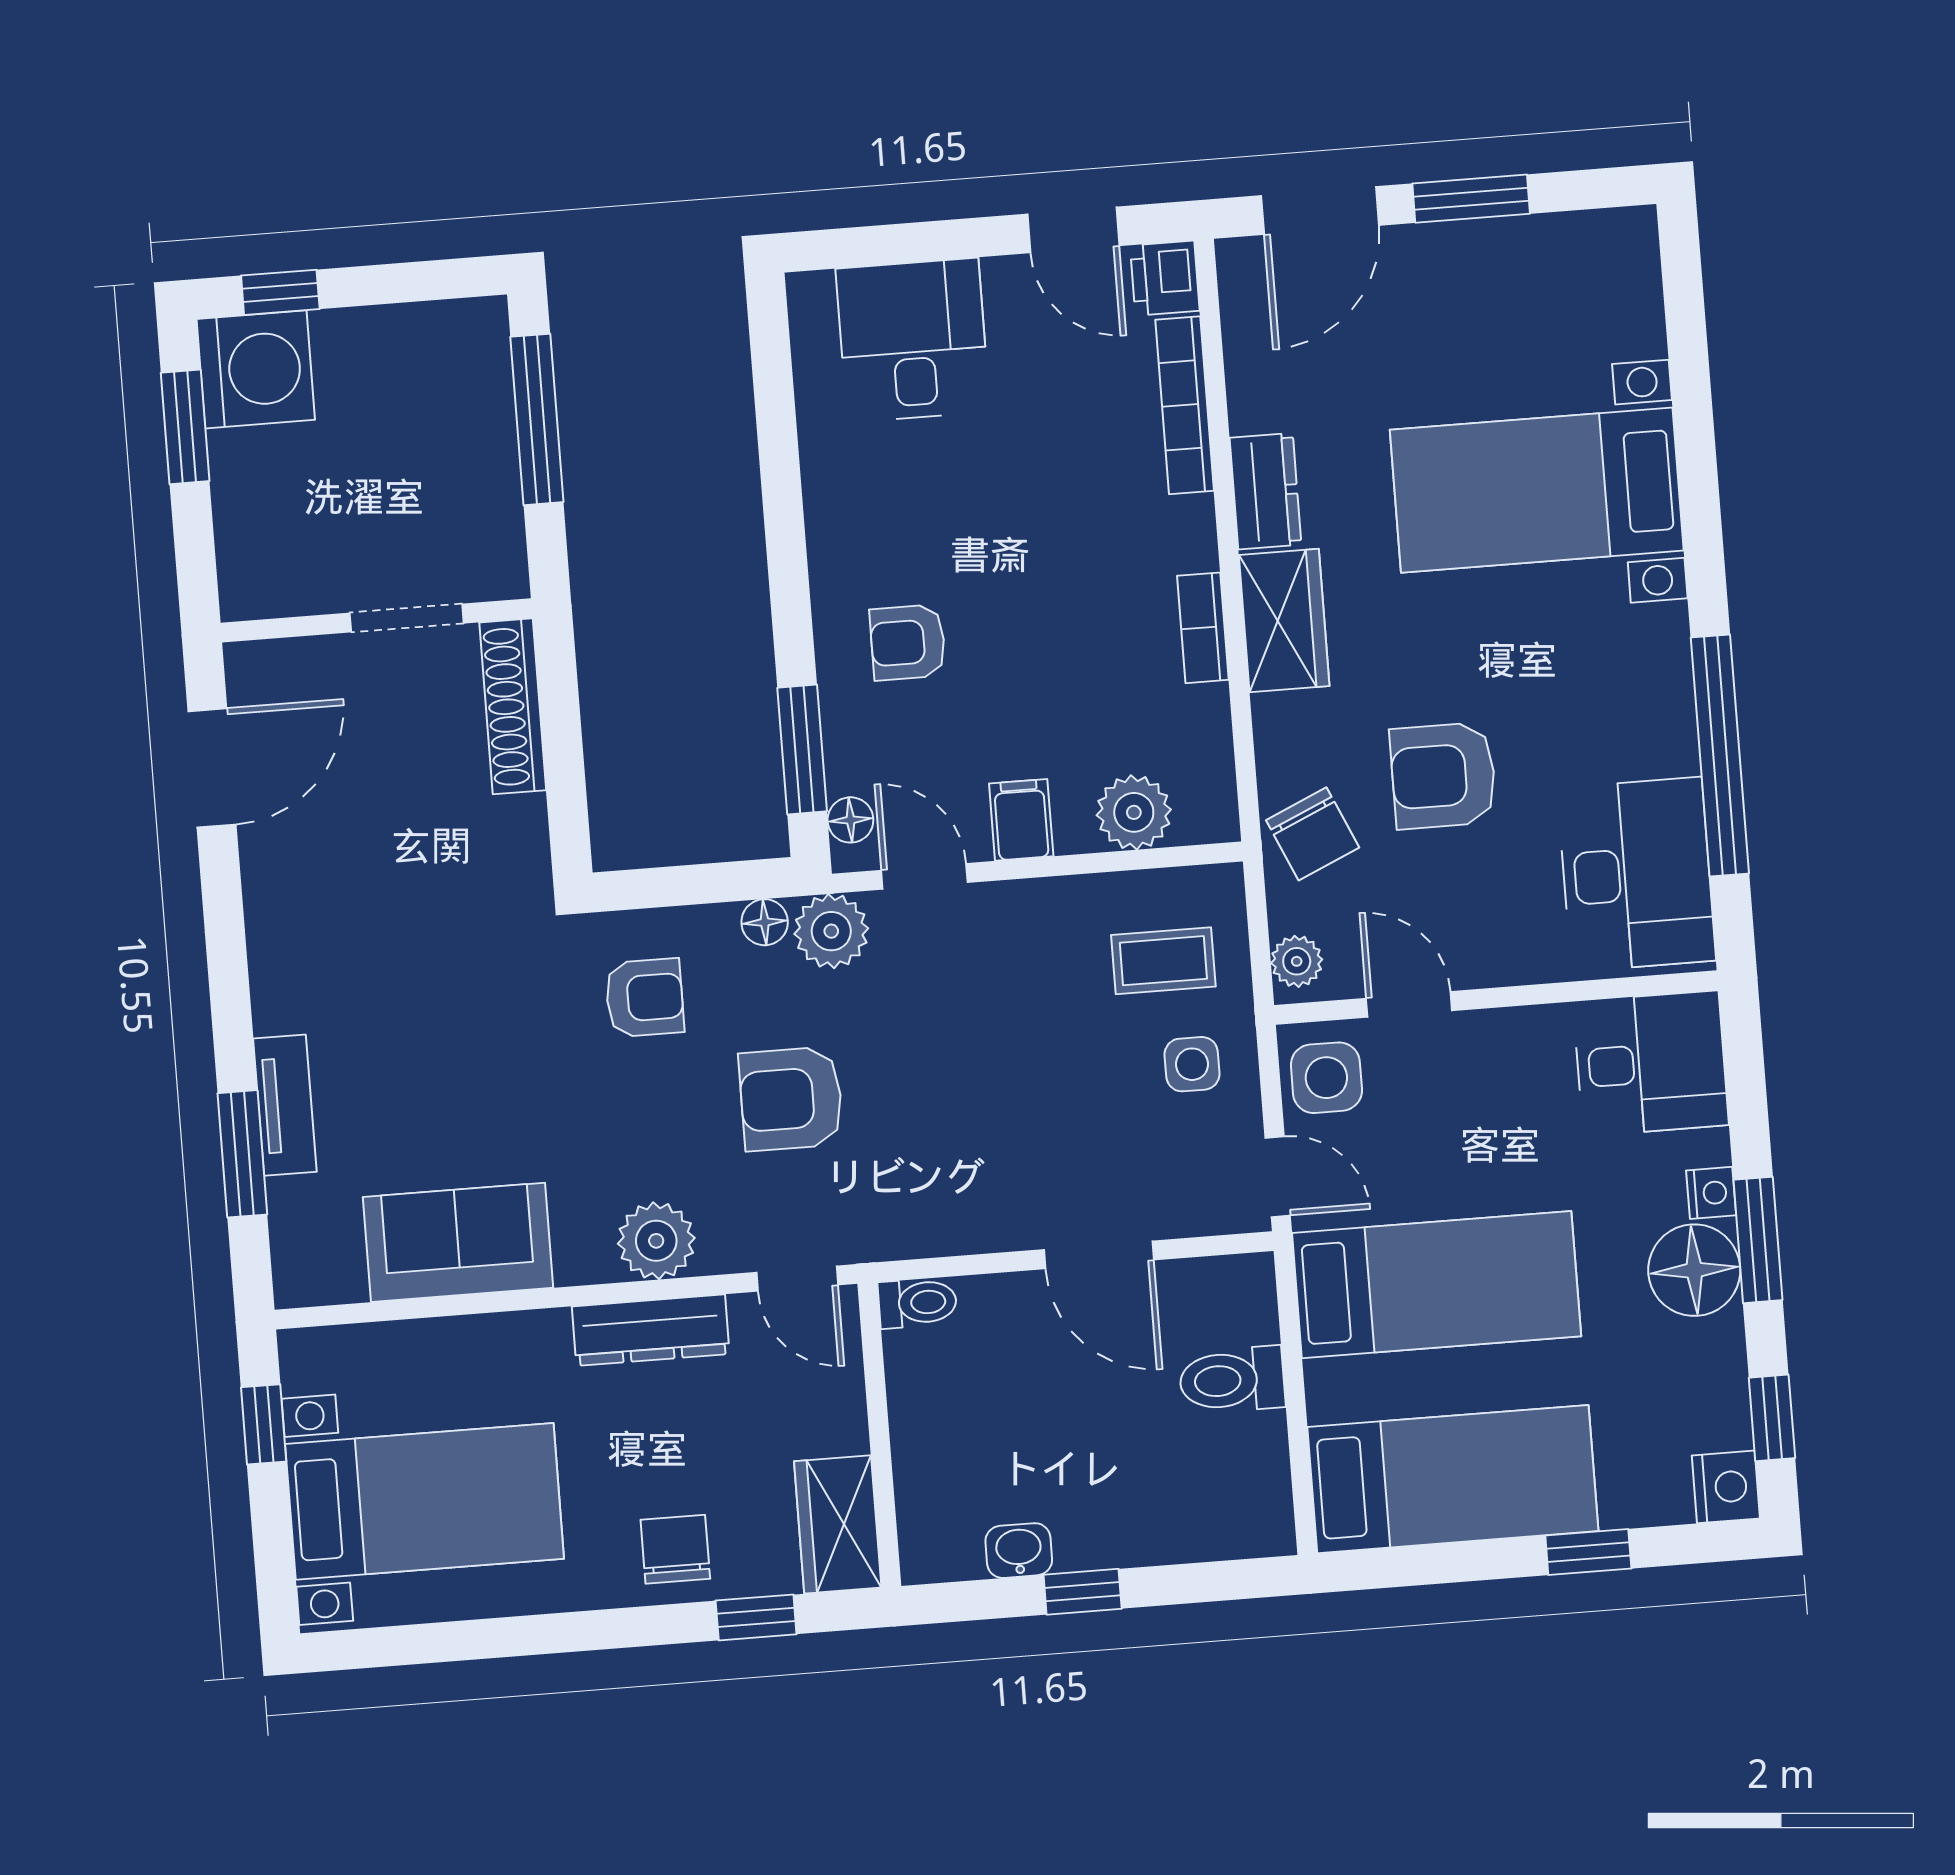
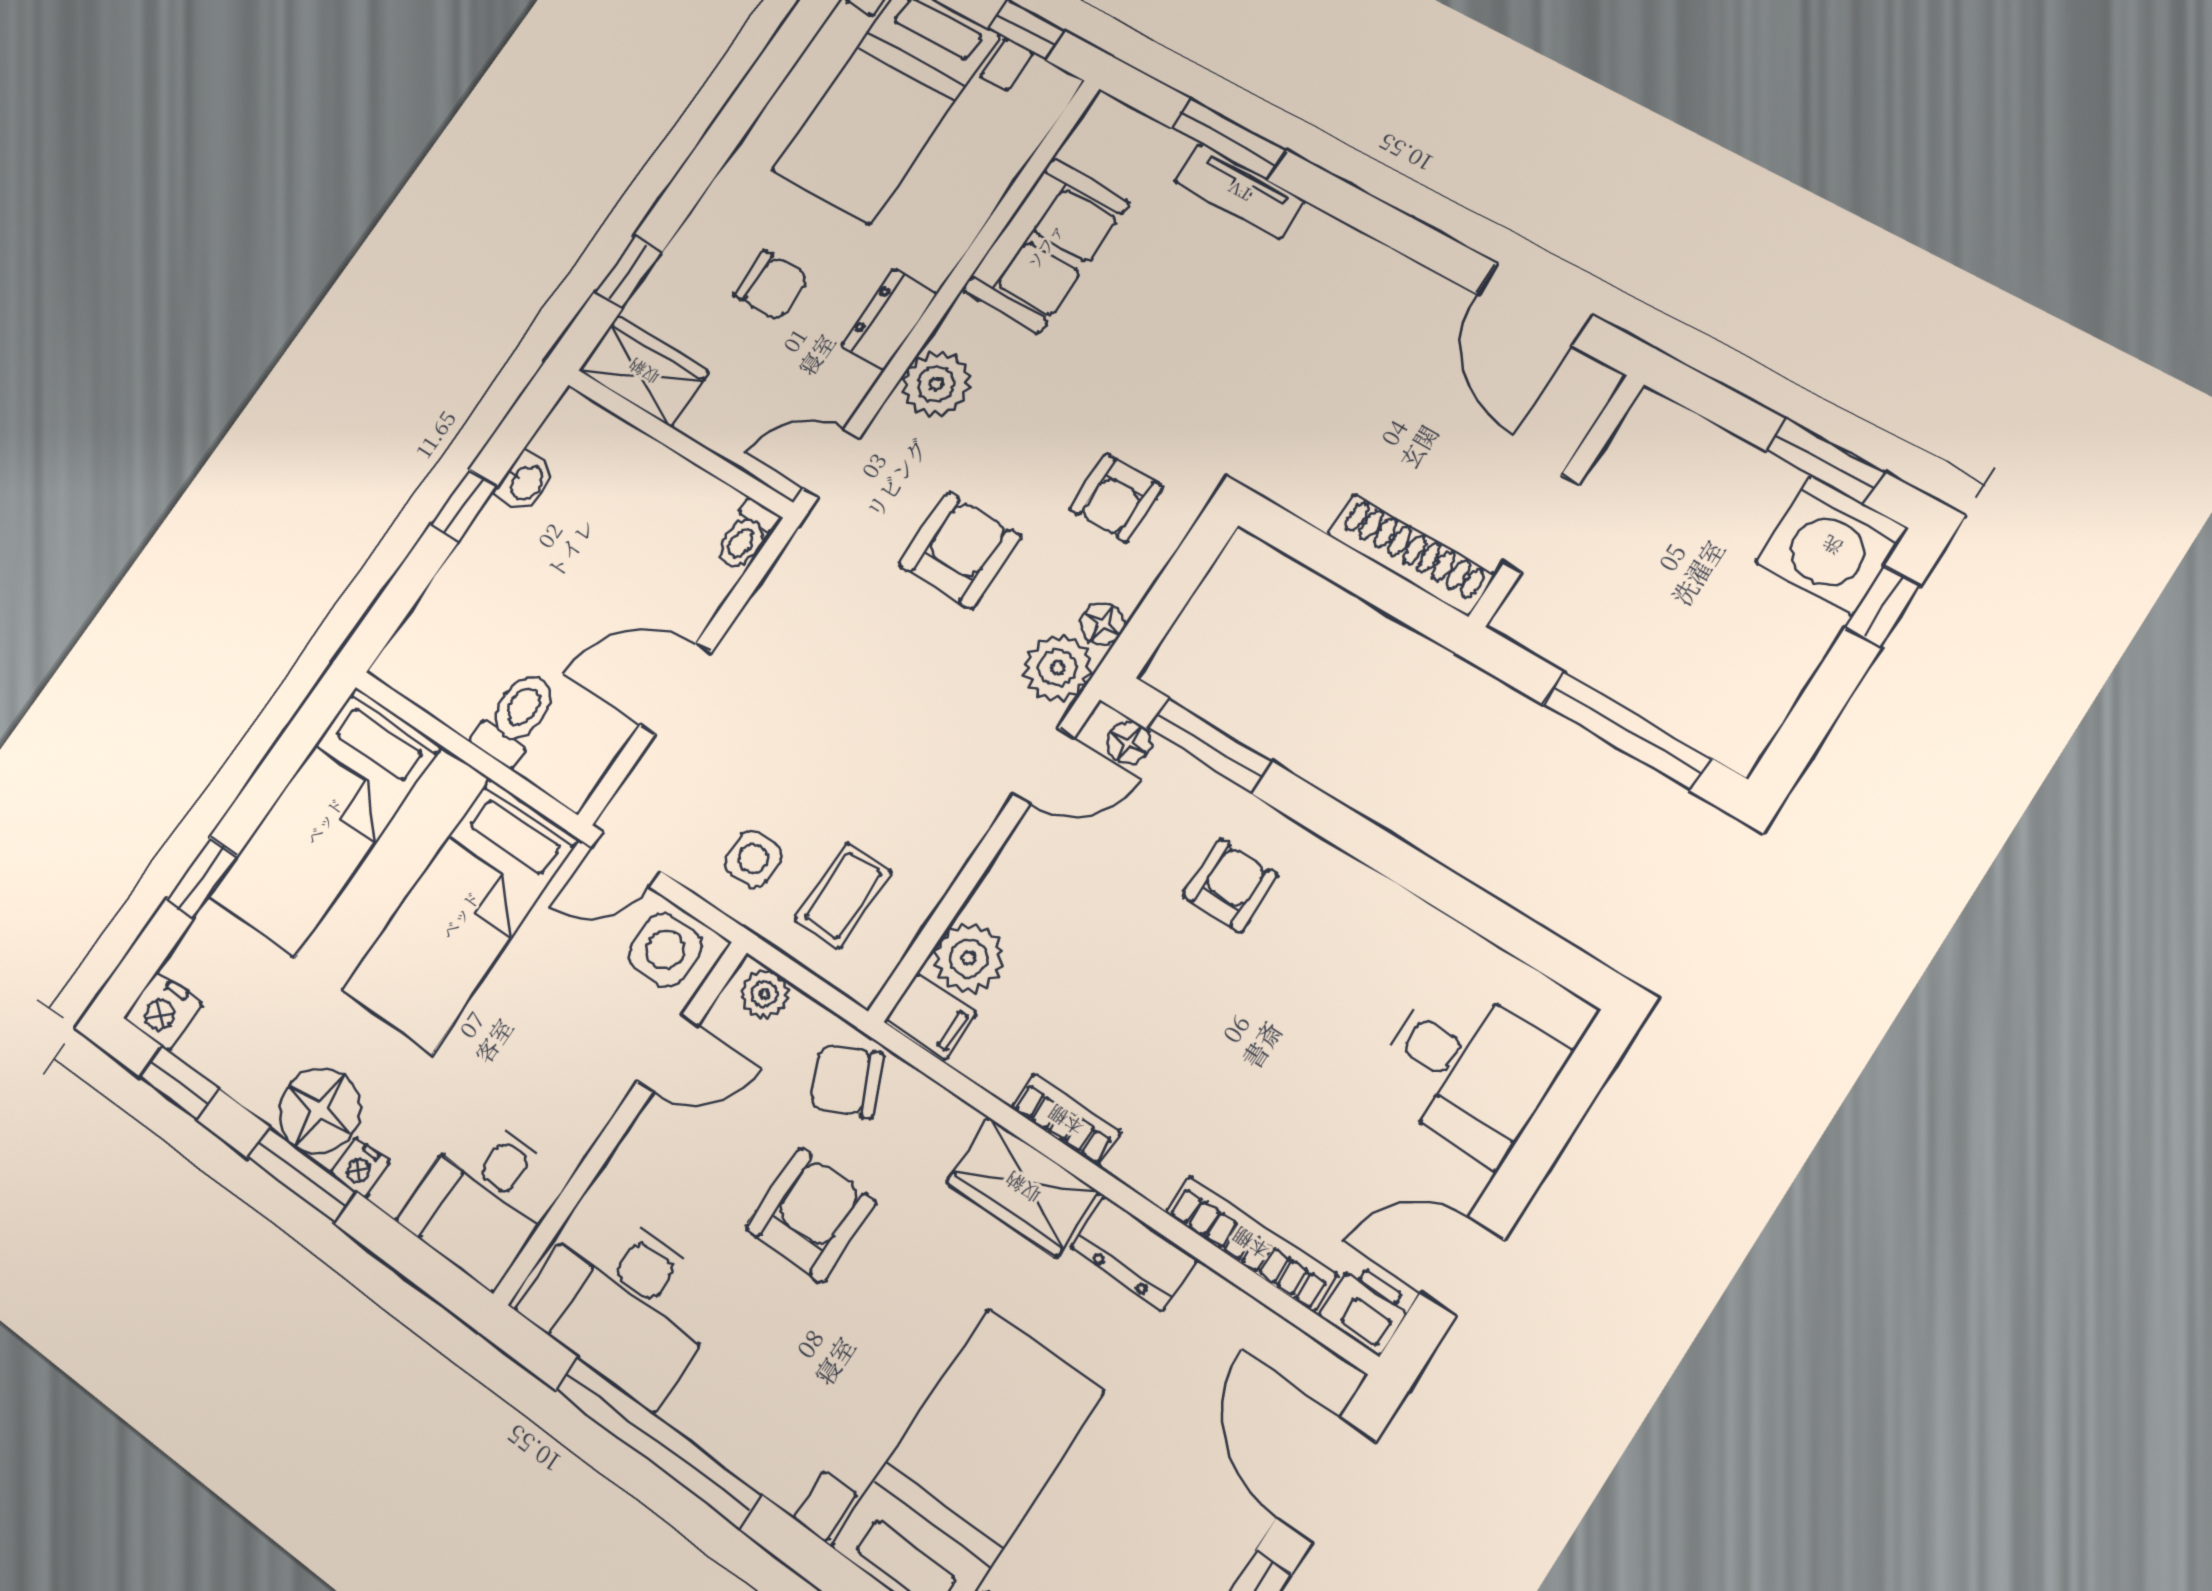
filing cabinet: (1021, 820) -> (931, 1016), moved
dresser: (651, 1330) -> (889, 319), width x0.70
chair: (675, 1549) -> (772, 286), moved

